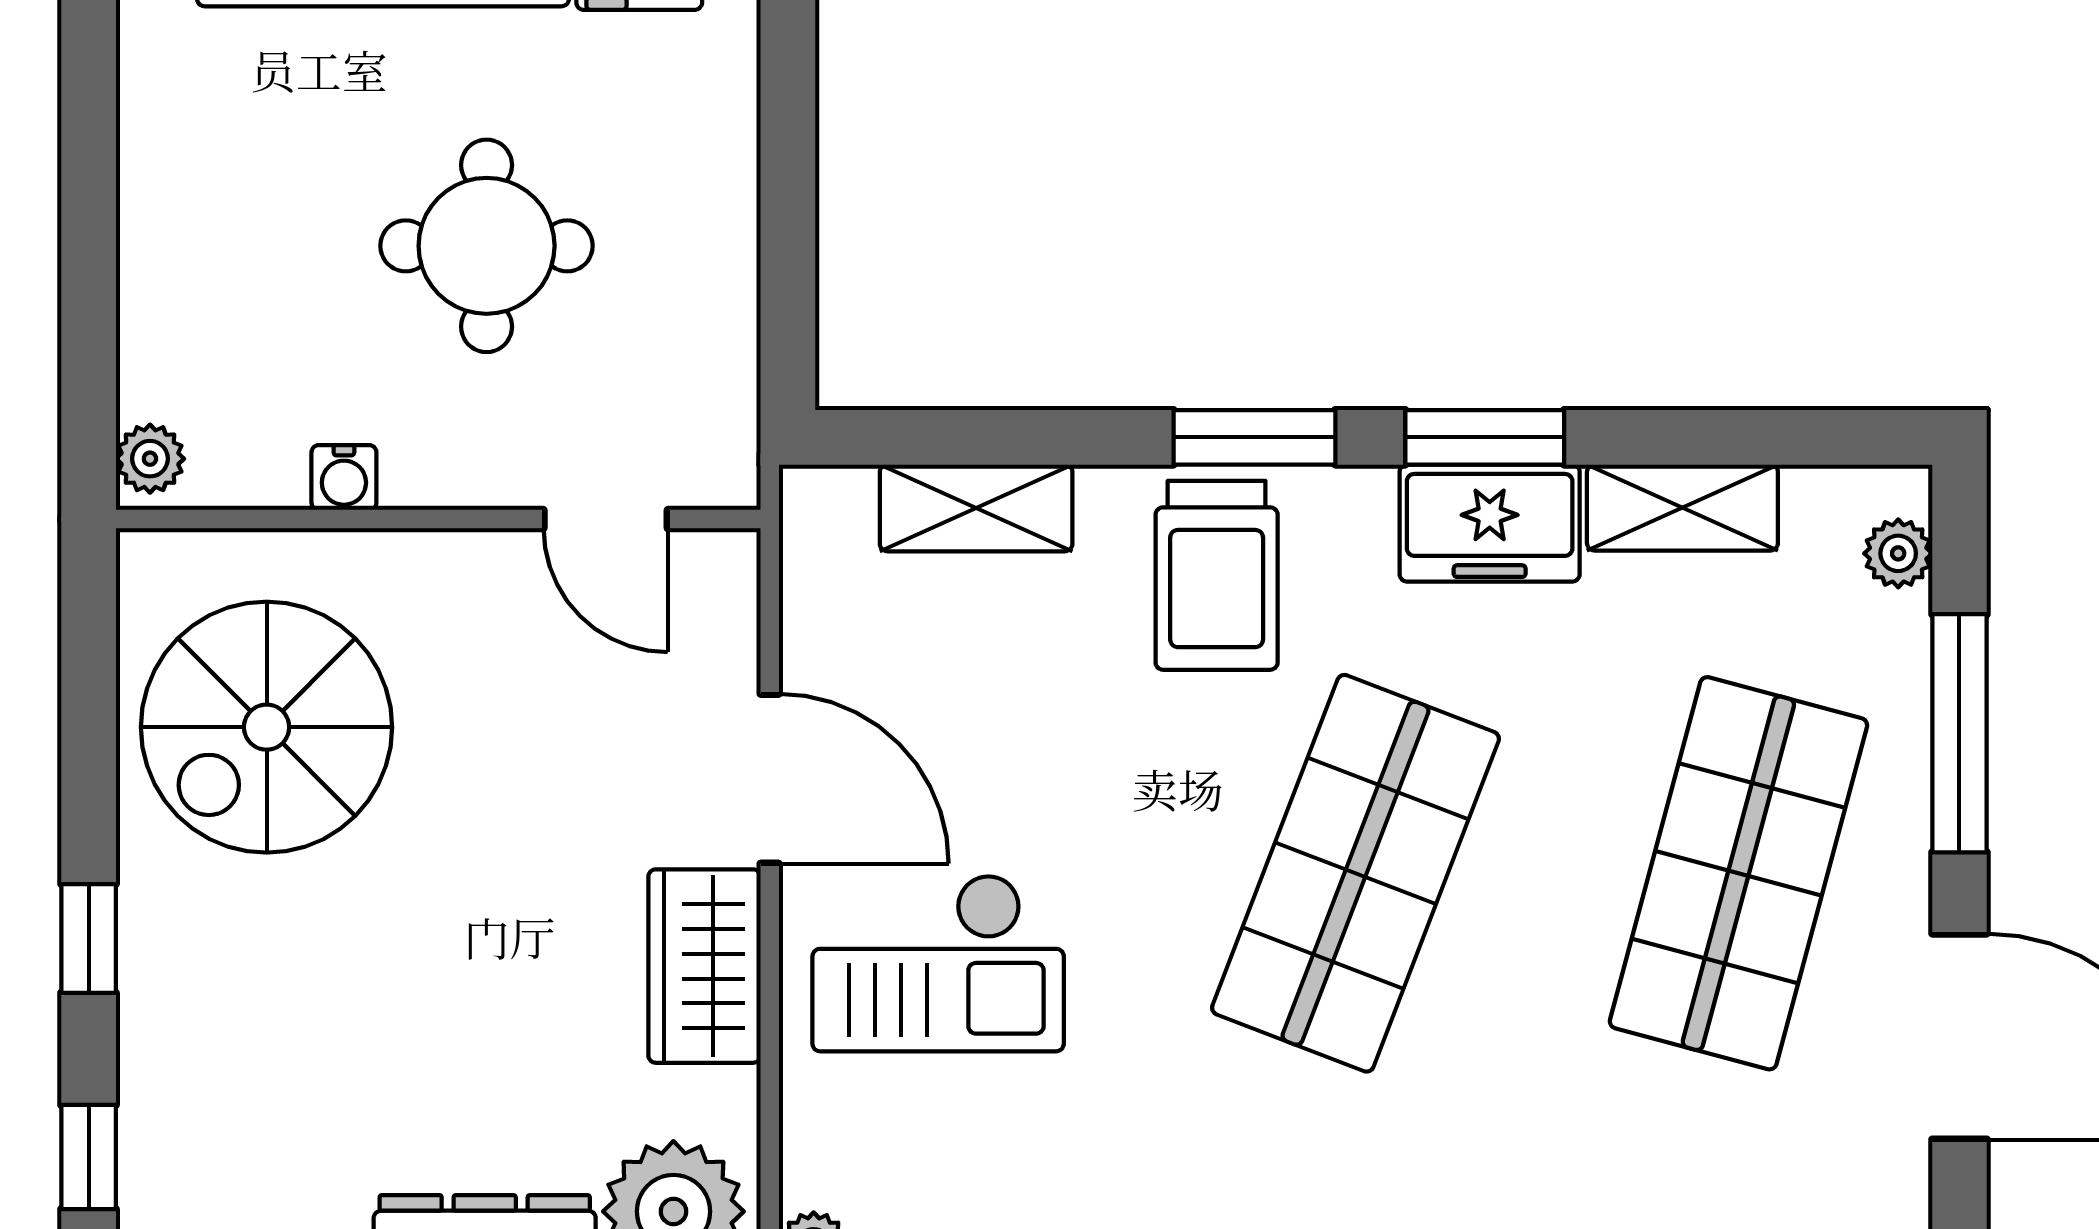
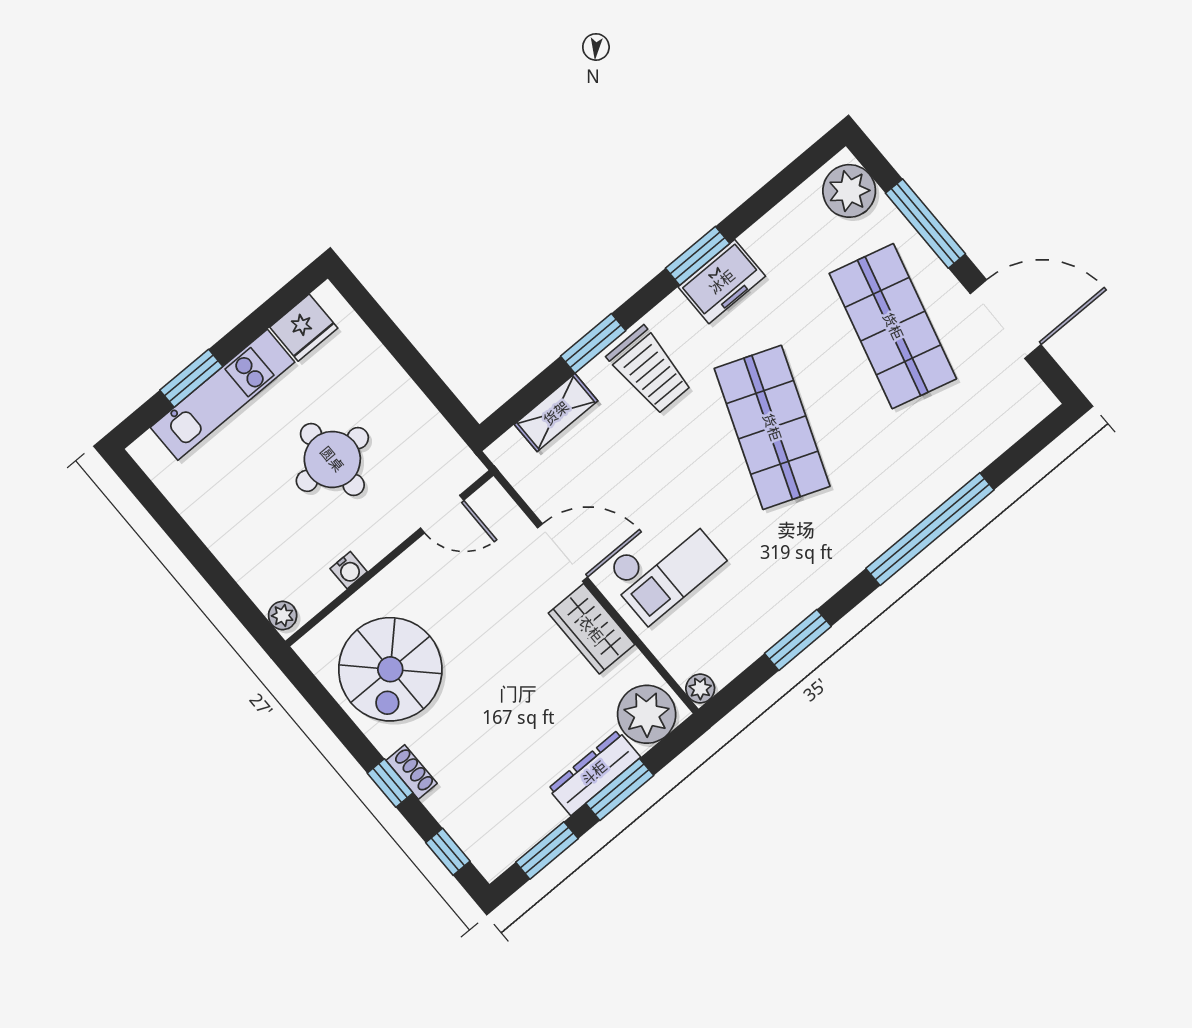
window: (1254, 437) -> (593, 343), moved
shelving: (1682, 508) -> (778, 226), removed
plant: (1898, 553) -> (849, 191), width x1.88, depth x1.88
shoe rack: (146, 951) -> (412, 772), added

